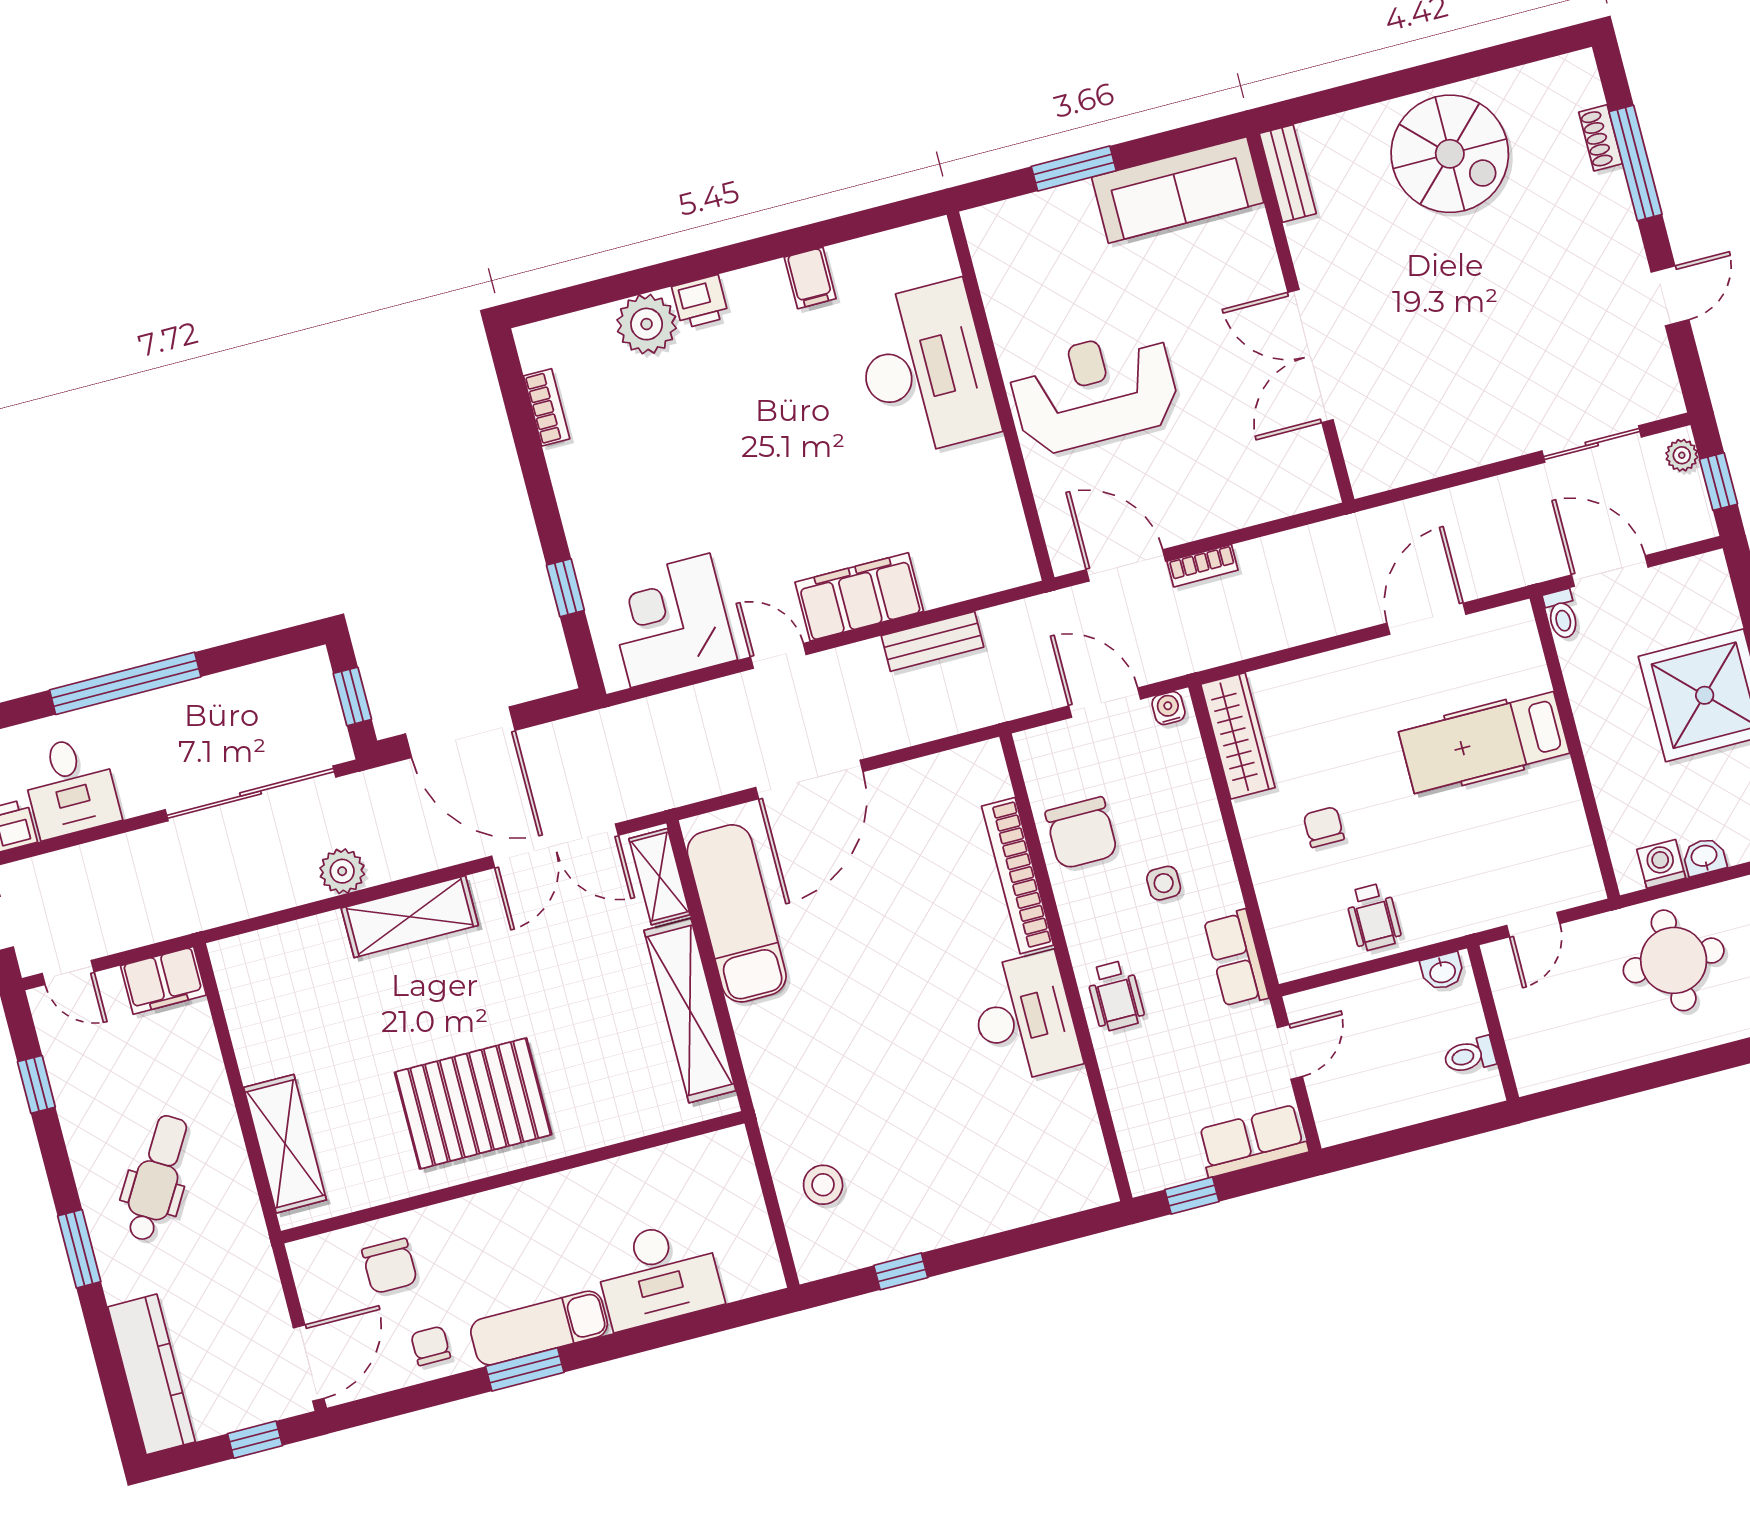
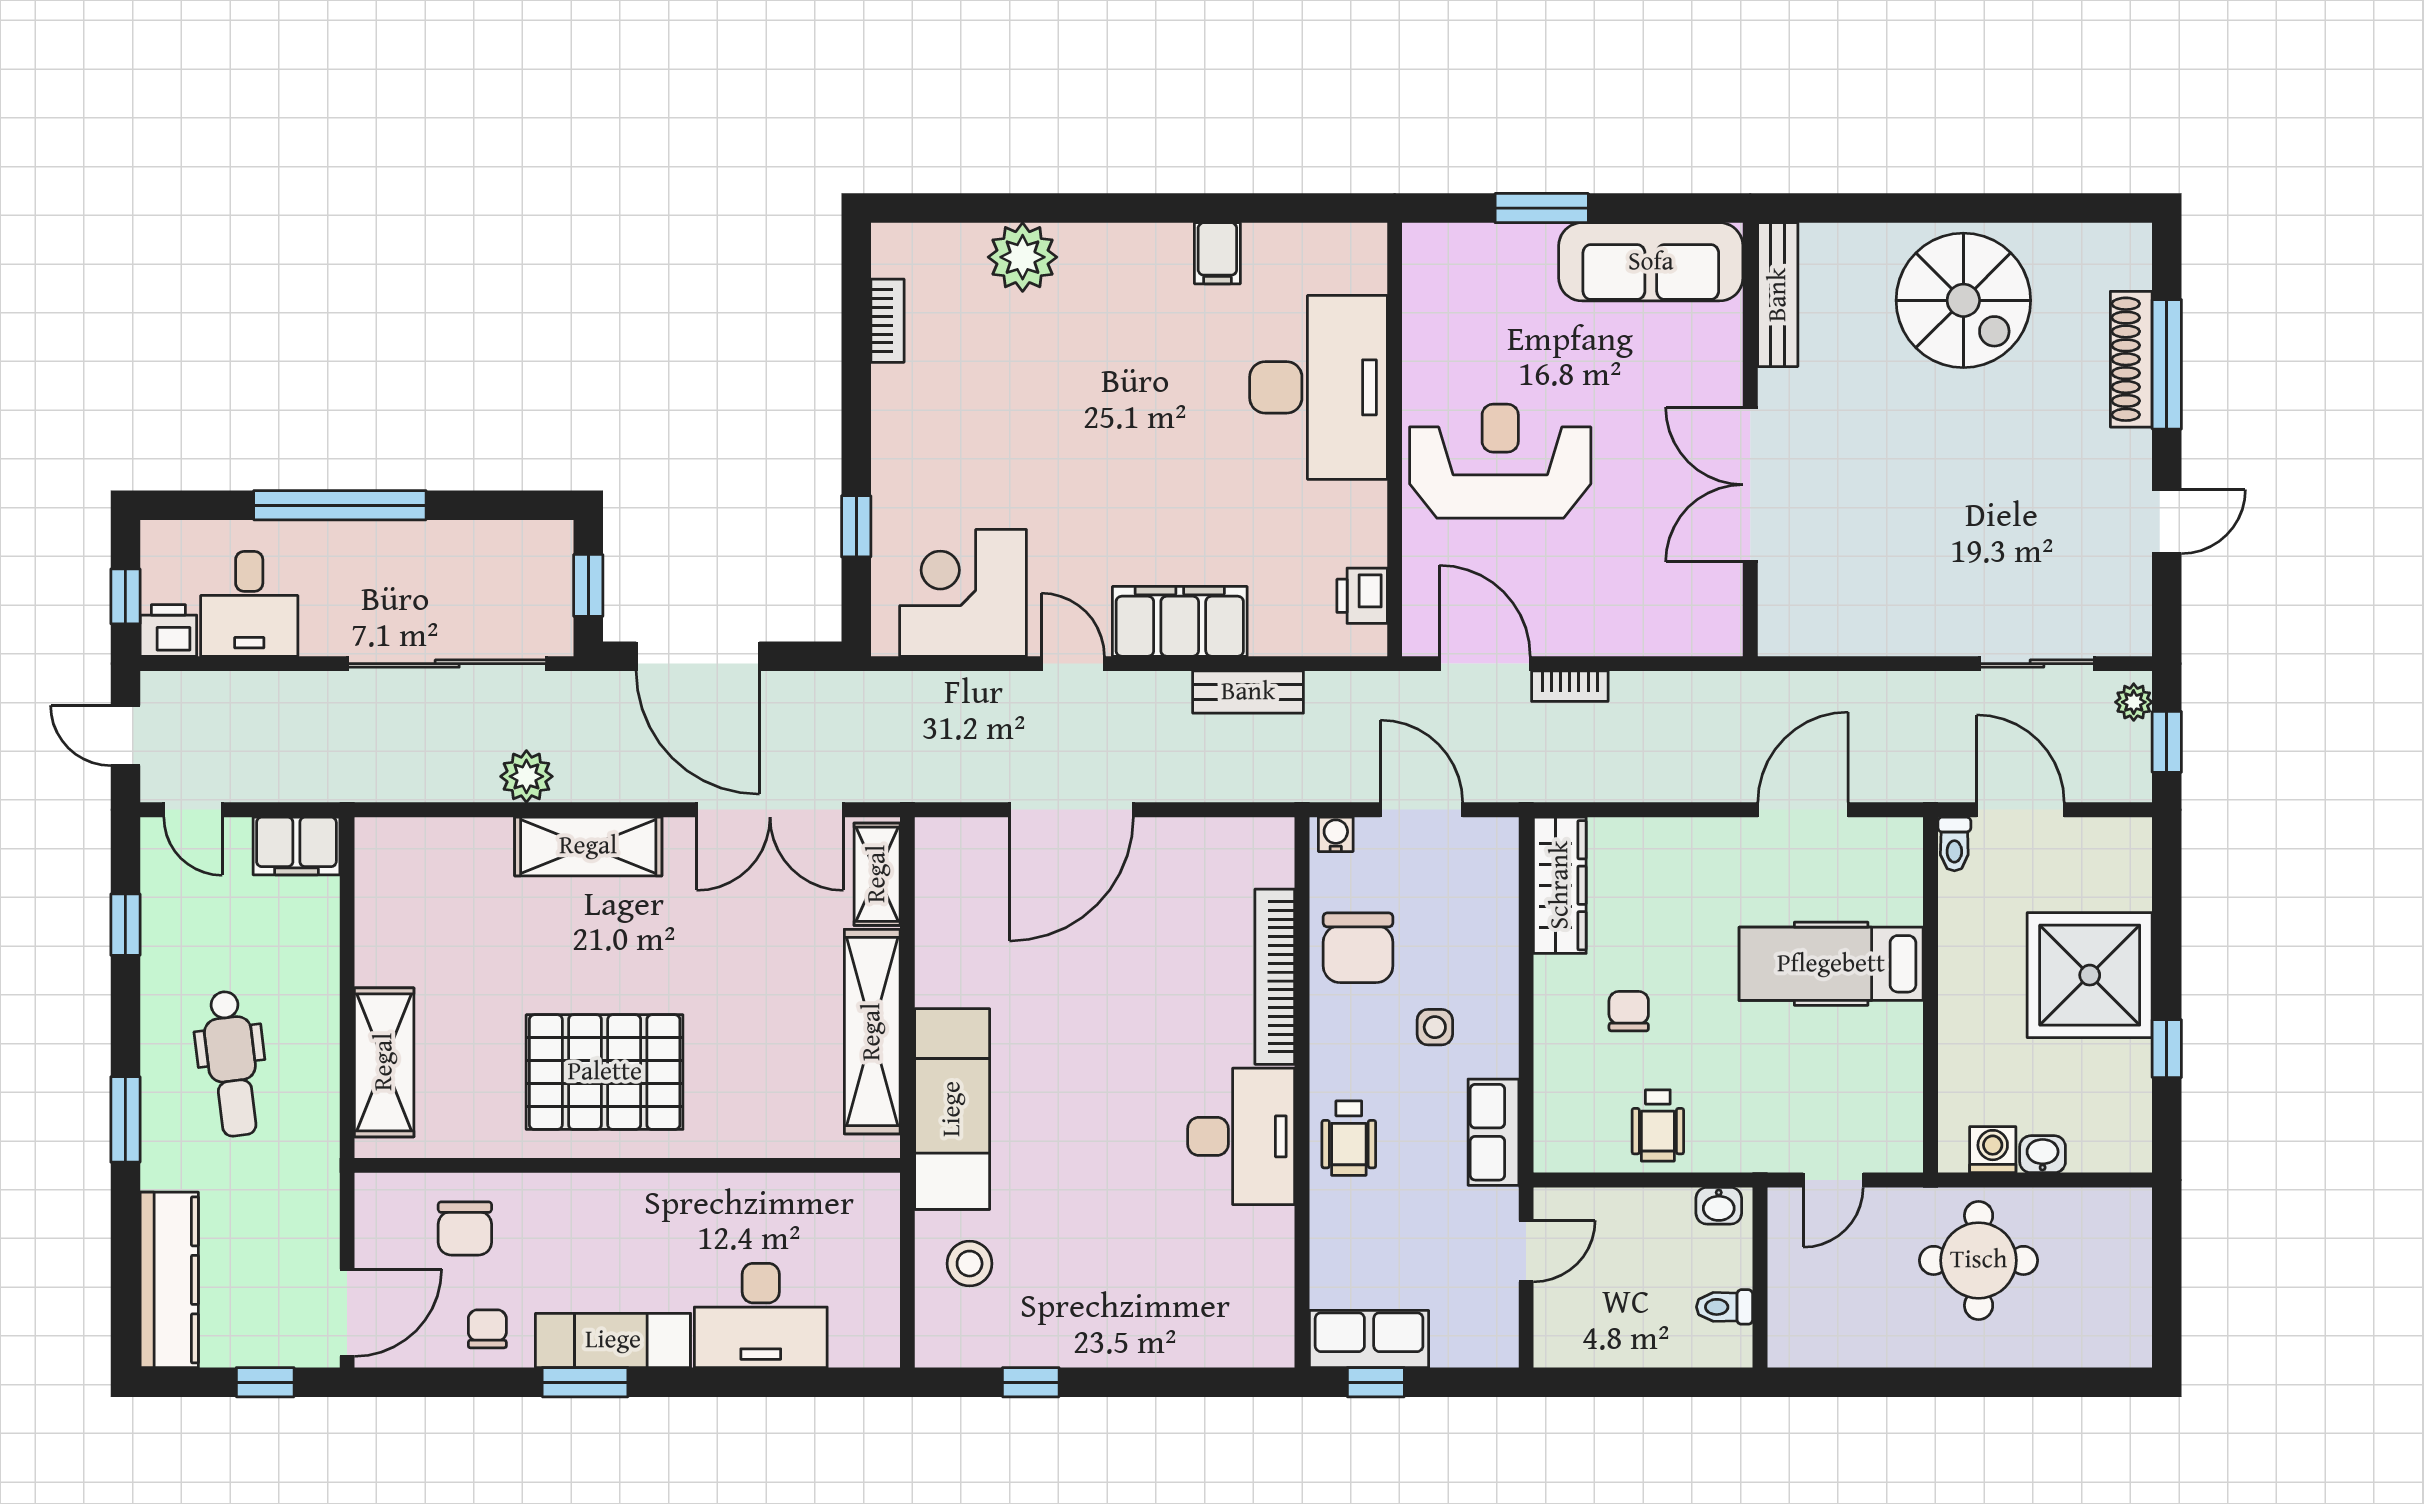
shoe rack: (1601, 138) -> (2131, 359), width x1.94, depth x1.24
bench: (1288, 174) -> (1778, 295), width x1.36
printer: (700, 302) -> (1362, 596), moved, turned 90
water cooler: (1168, 708) -> (1336, 834), moved
exam couch: (737, 913) -> (952, 1109), moved
row of seats: (1253, 1141) -> (1369, 1339), moved
dental chair: (157, 1178) -> (232, 1064), turned 142

